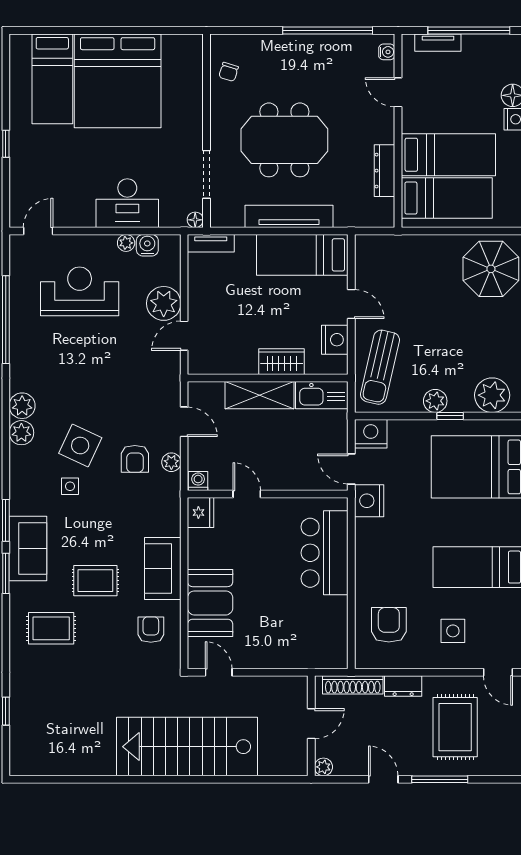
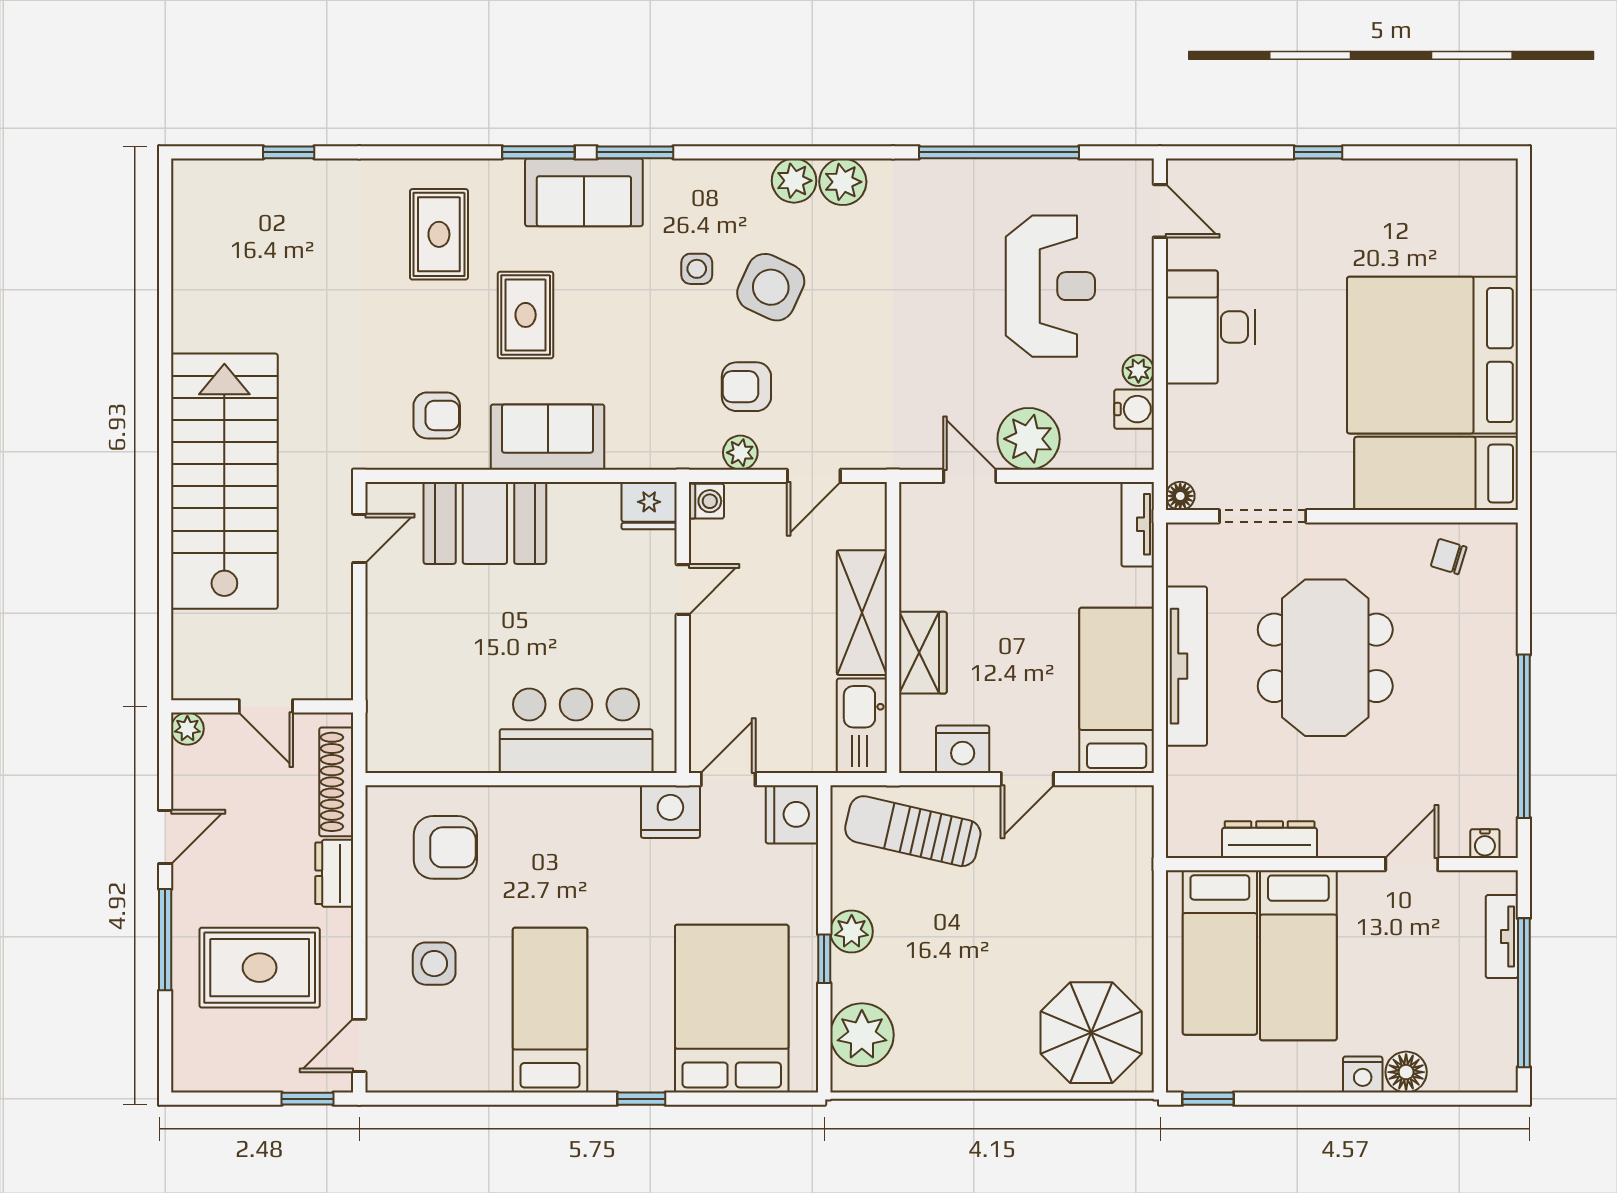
bed: (52, 79) -> (1436, 473), moved
desk: (127, 203) -> (1210, 327), moved

